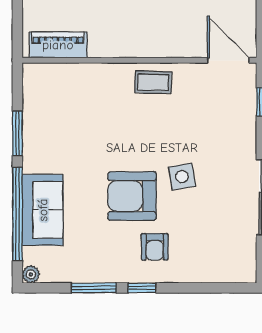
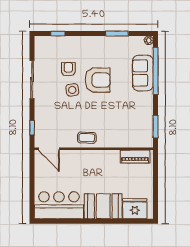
window: (17, 133) -> (156, 127), moved
armchair: (155, 247) -> (68, 69), moved
window: (142, 288) -> (58, 34), moved

